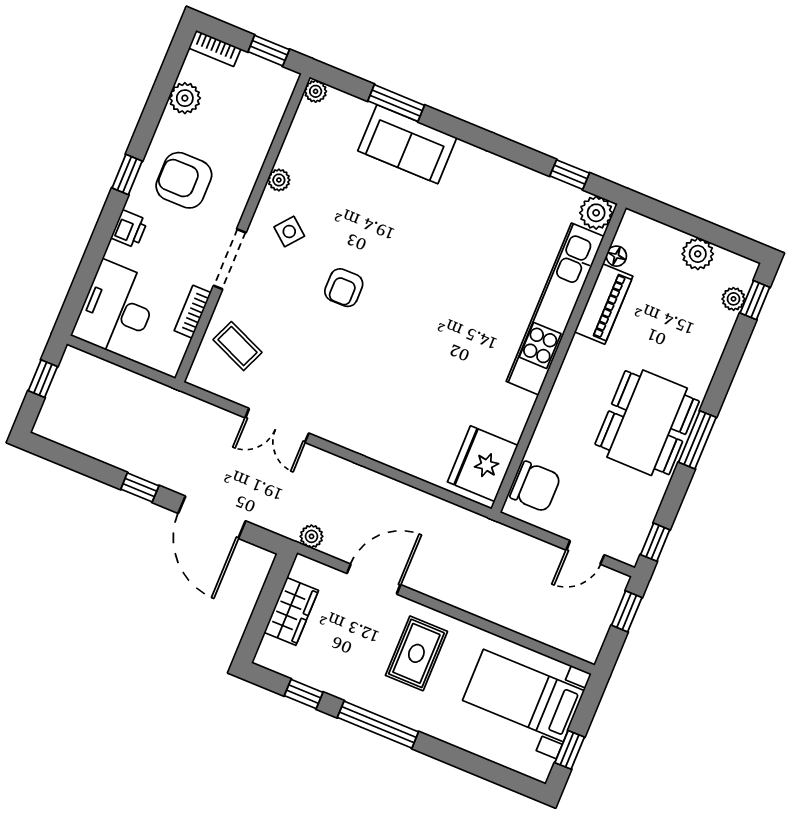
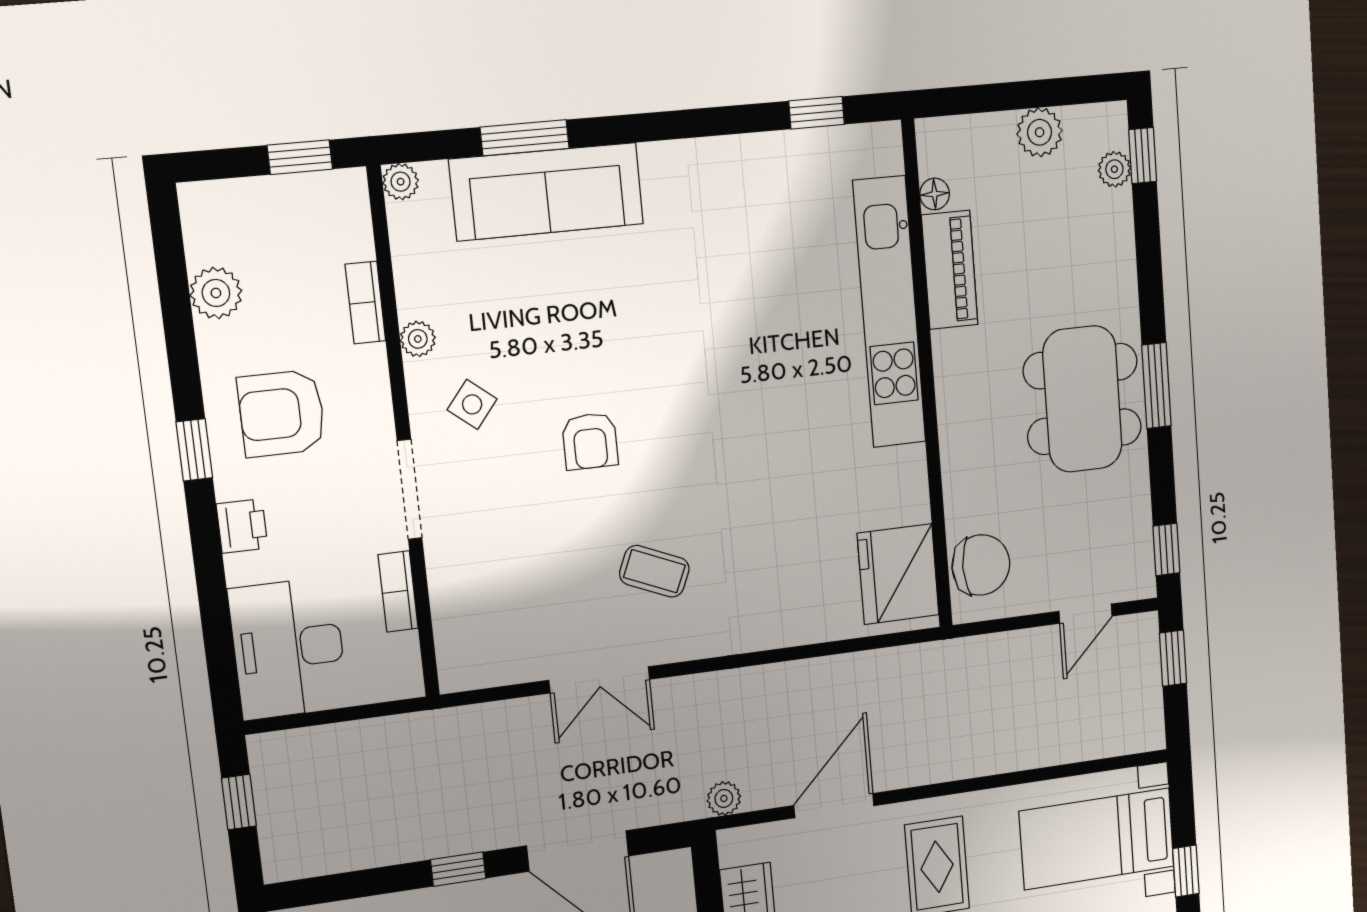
bookcase: (215, 48) -> (365, 303), moved, turned 90
sofa: (407, 144) -> (547, 192), width x1.36
plant: (596, 213) -> (878, 148), removed
coffee table: (237, 346) -> (654, 571), moved

